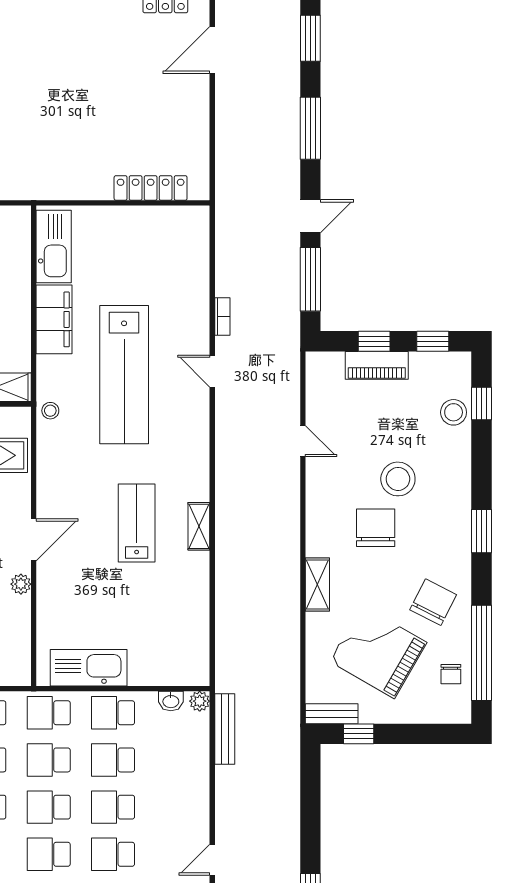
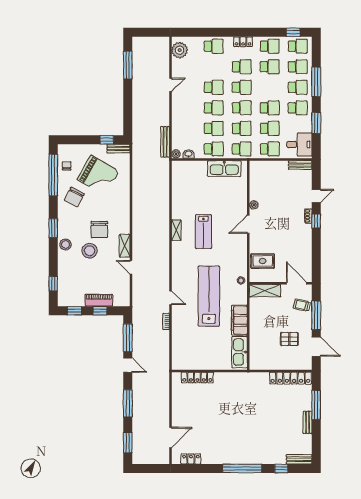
door: (310, 216) -> (128, 365), swing flipped
stool: (454, 412) -> (65, 244), moved
shelving: (317, 584) -> (125, 246), moved

